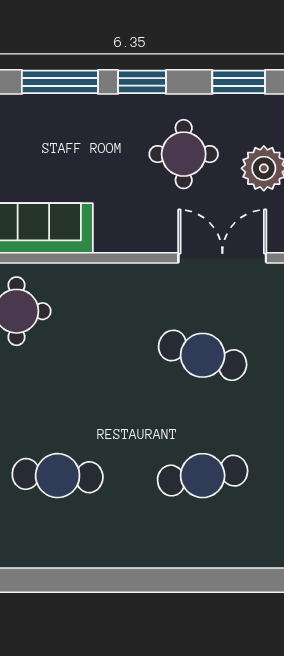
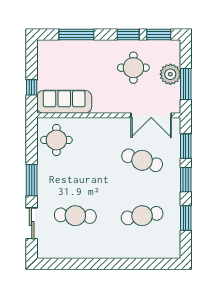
window: (142, 82) -> (128, 34), moved
double door: (222, 258) -> (151, 115), swing flipped

